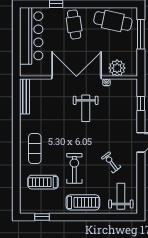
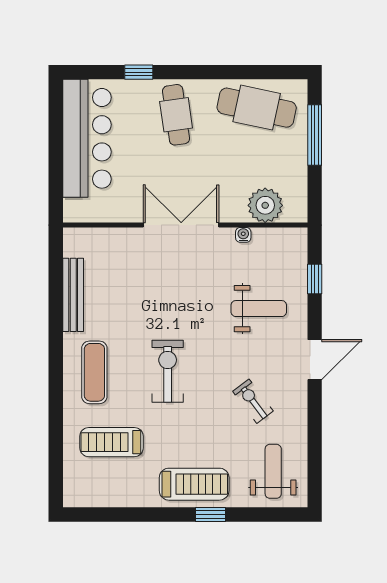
double door: (76, 78) -> (181, 225), width x0.73
bench: (25, 96) -> (73, 295), moved
weight bench: (86, 108) -> (259, 309), moved, turned -90
exercise bike: (74, 168) -> (168, 371), moved
window: (42, 217) -> (211, 515), moved

